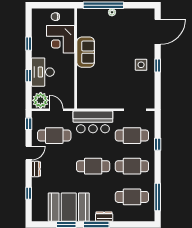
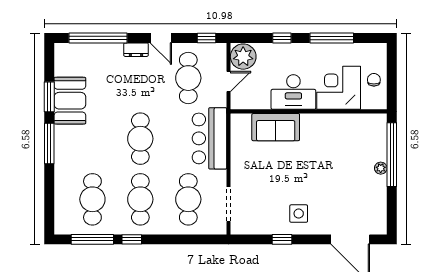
window: (29, 44) -> (332, 38), width x2.17
sofa: (86, 52) -> (276, 127), moved
window: (158, 65) -> (282, 239), moved
desk: (43, 72) -> (293, 92), moved, turned 180
window: (158, 144) -> (132, 239), moved
window: (29, 193) -> (98, 38), width x3.17
booth: (69, 207) -> (70, 101), width x0.73, depth x0.70
dresser: (104, 217) -> (62, 156), removed

